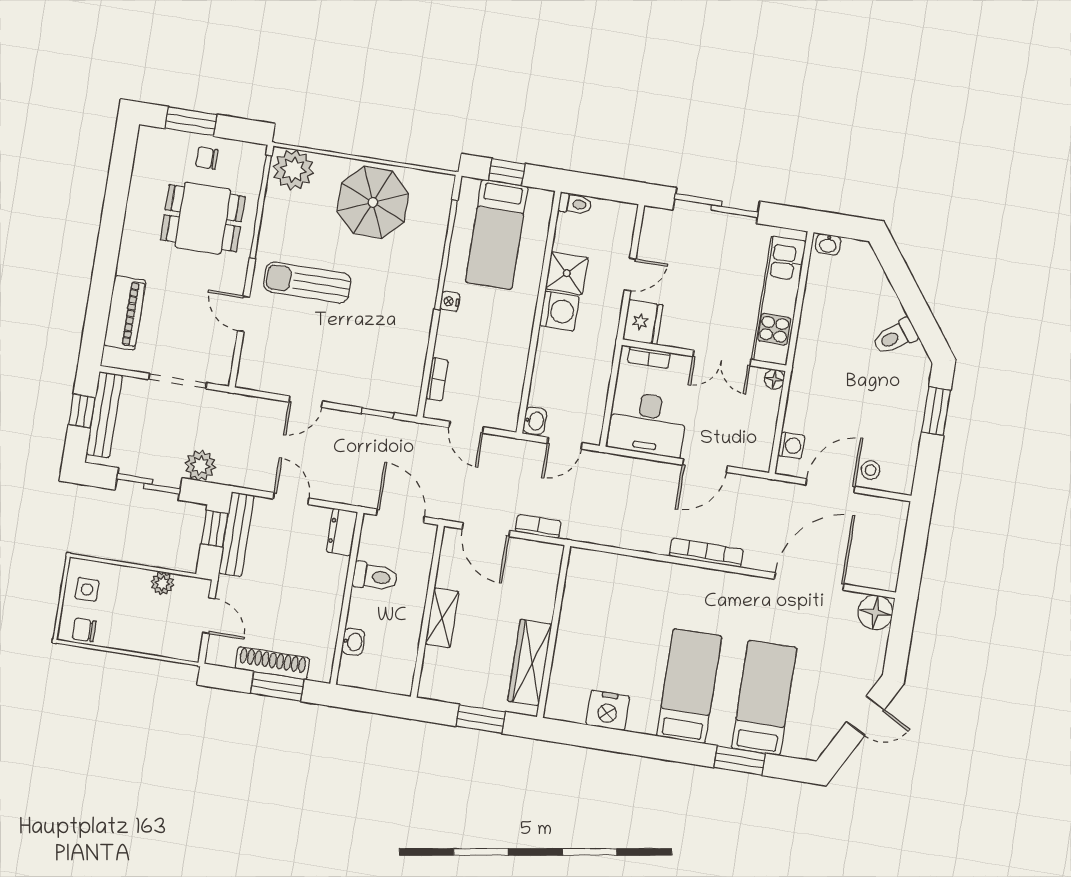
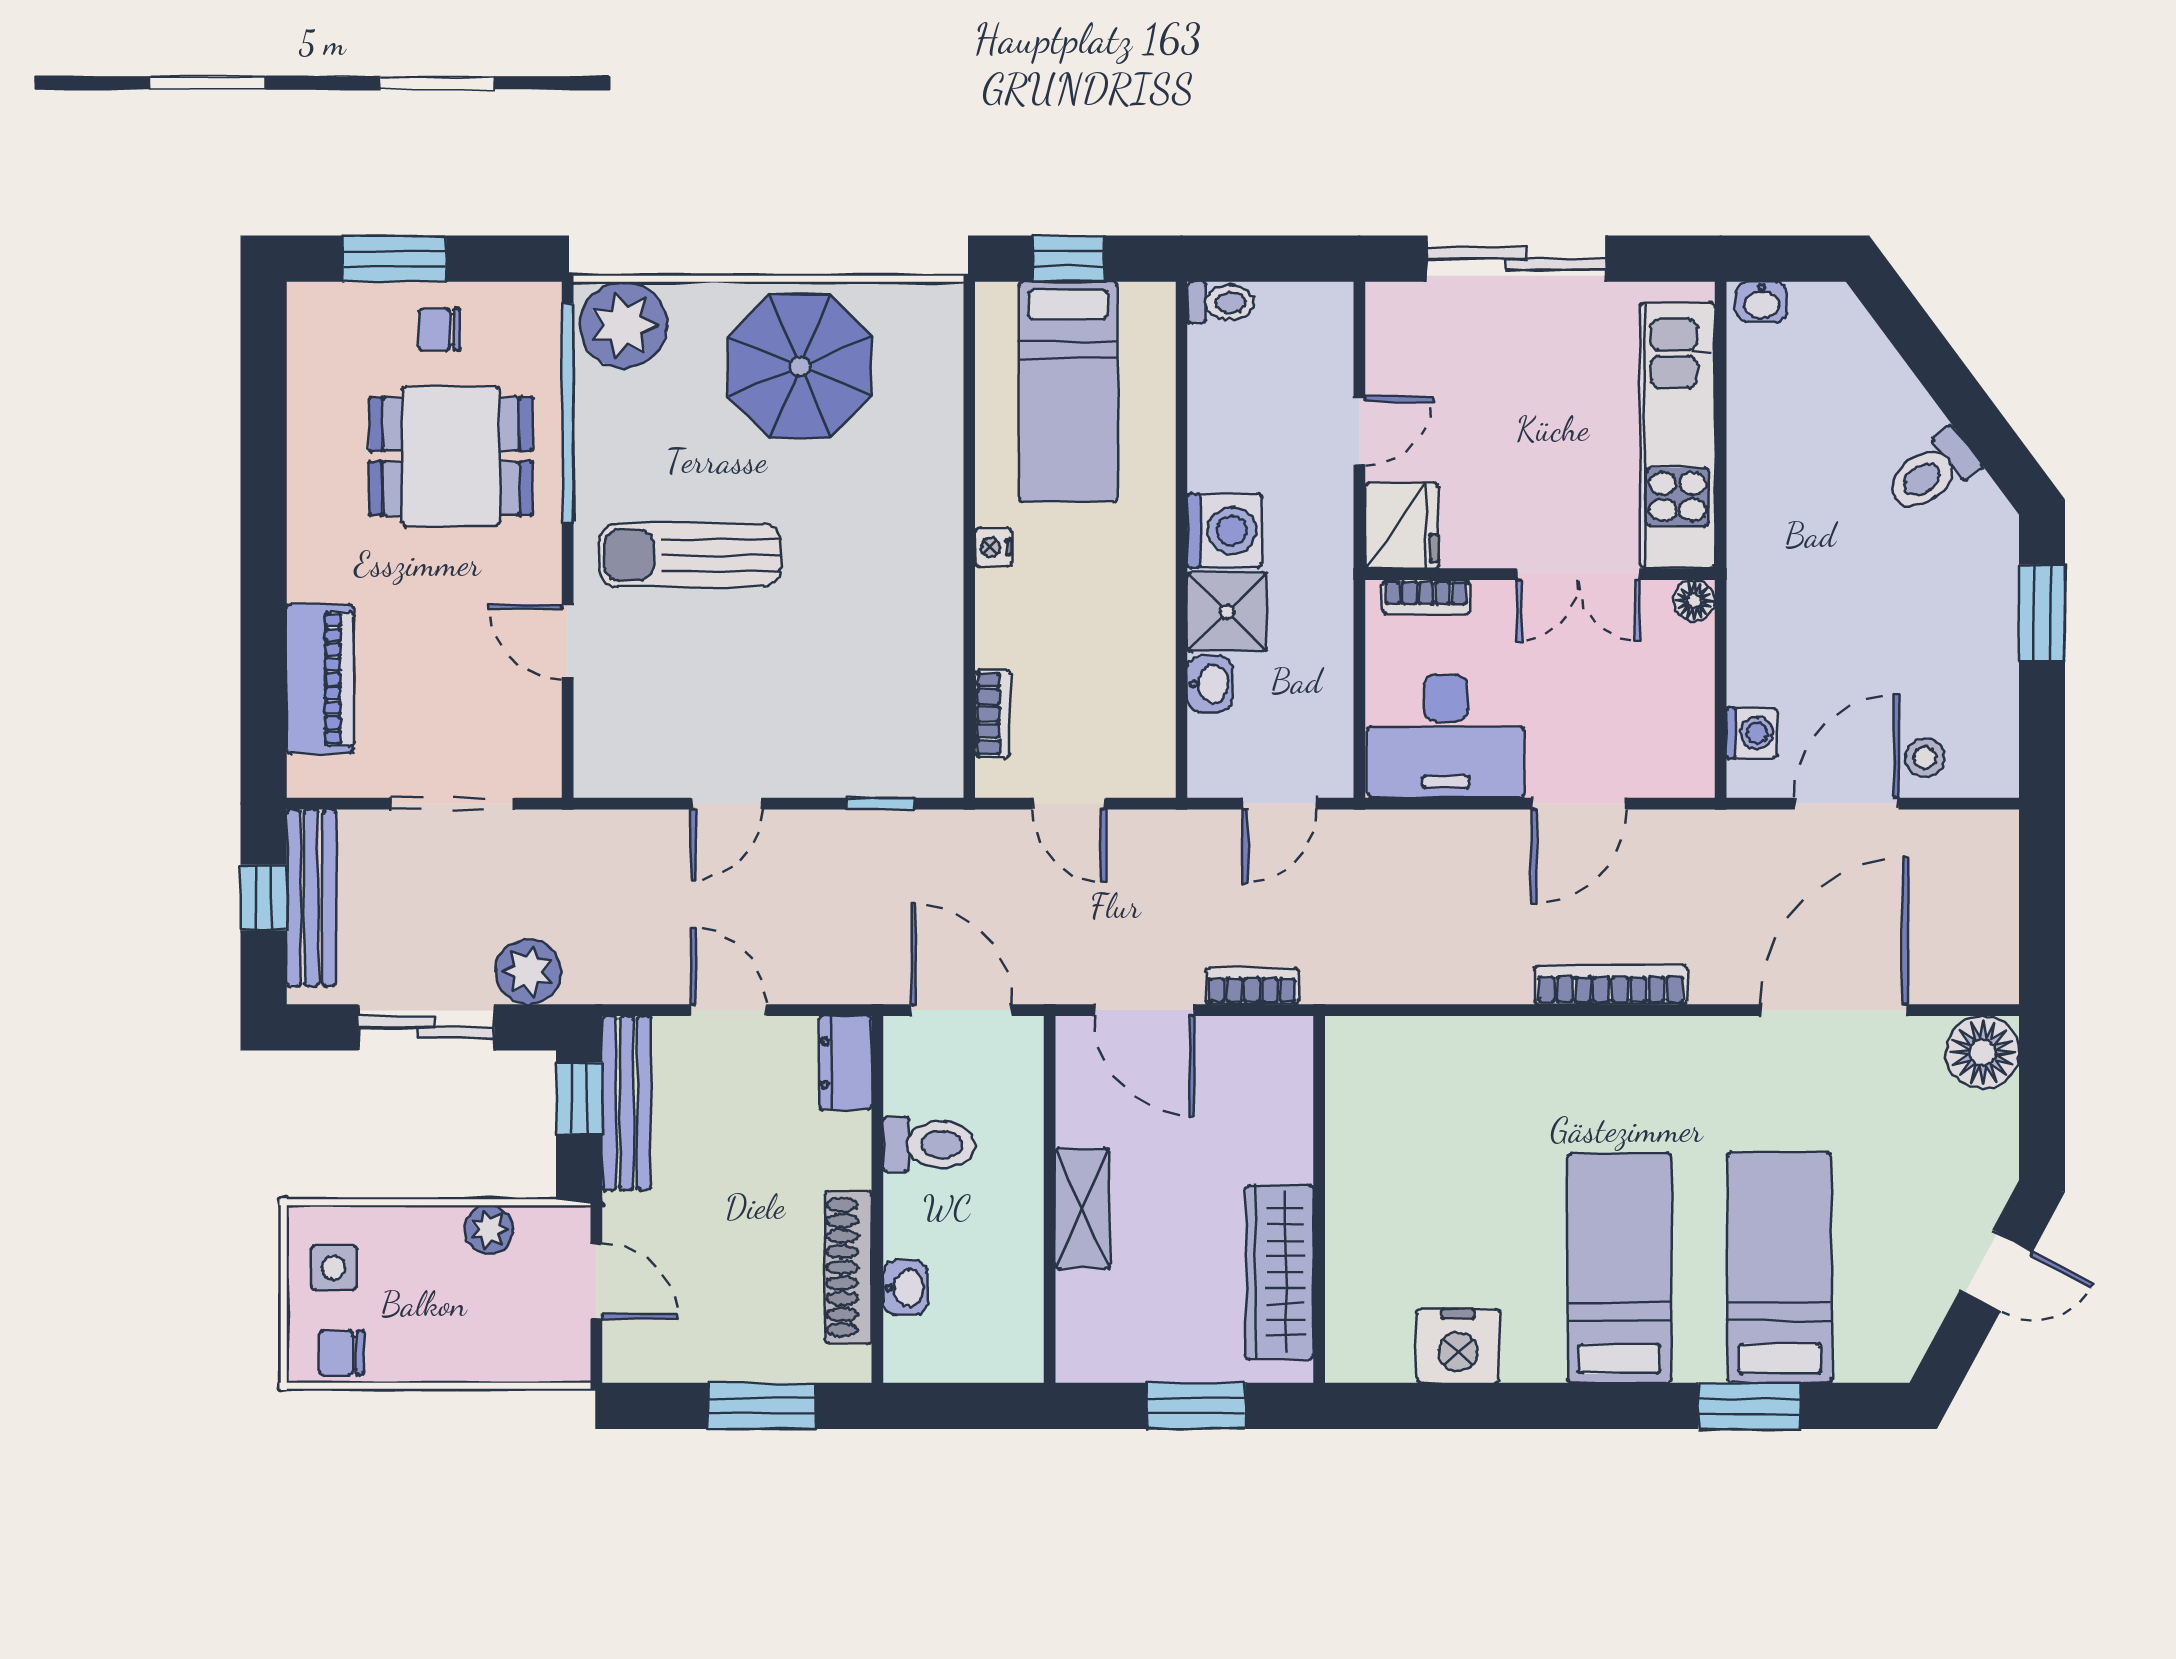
window: (446, 255) -> (969, 451), removed
shower: (567, 273) -> (1227, 612), moved
washbasin: (535, 421) -> (1210, 684), moved
shoe rack: (272, 663) -> (848, 1267), moved, turned -90

